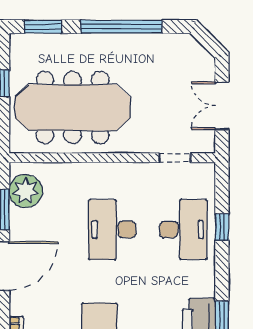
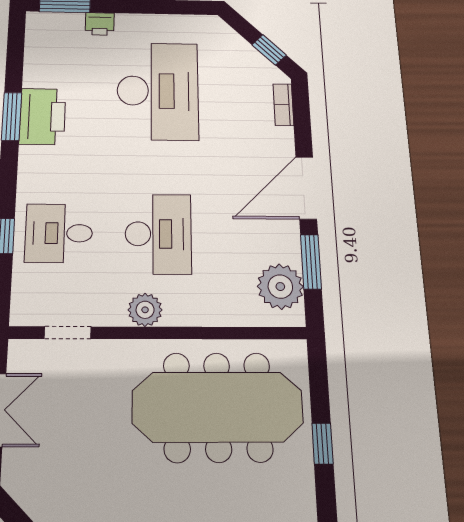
plant: (122, 174) -> (145, 310), added
desk: (183, 230) -> (59, 233), width x0.73

